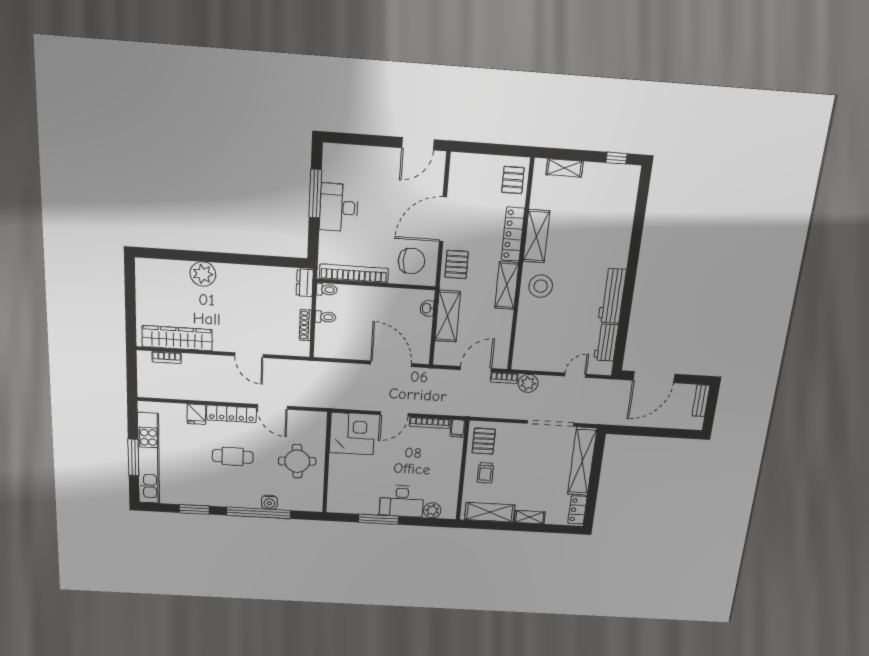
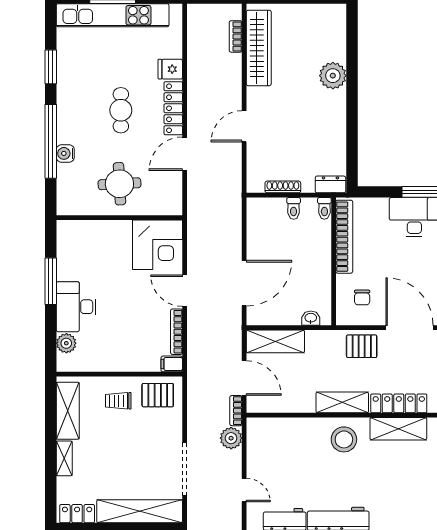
chair: (411, 261) -> (362, 297), width x0.54, depth x0.54
shelving: (448, 316) -> (275, 341), moved

